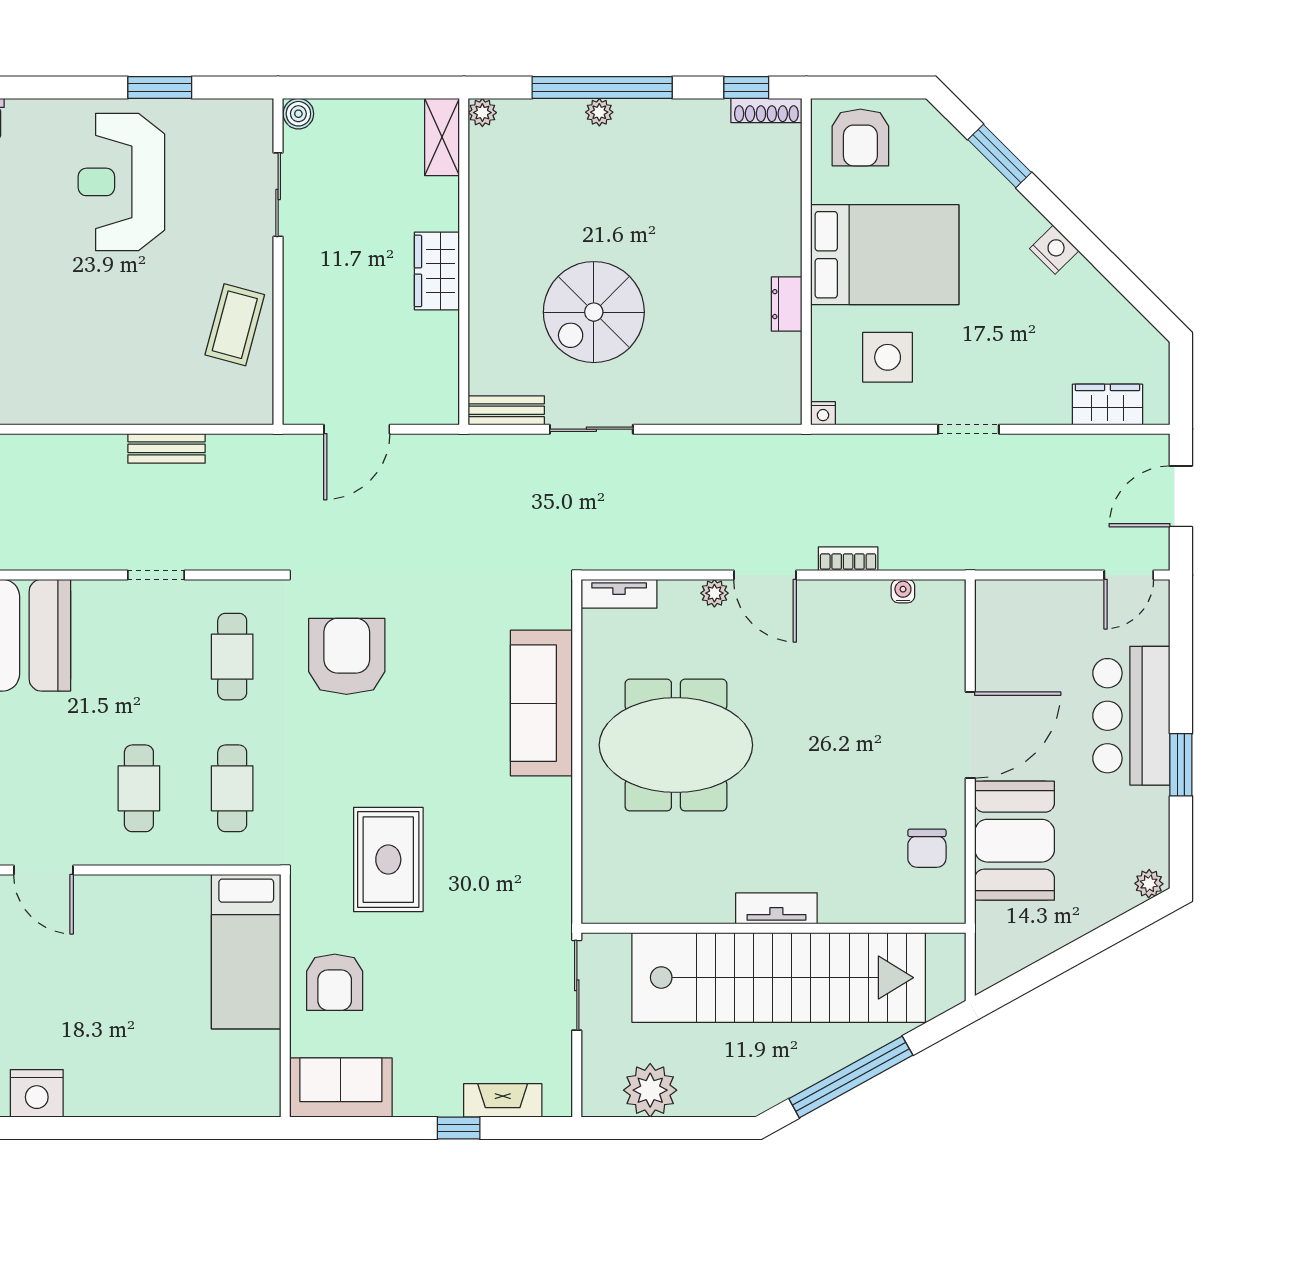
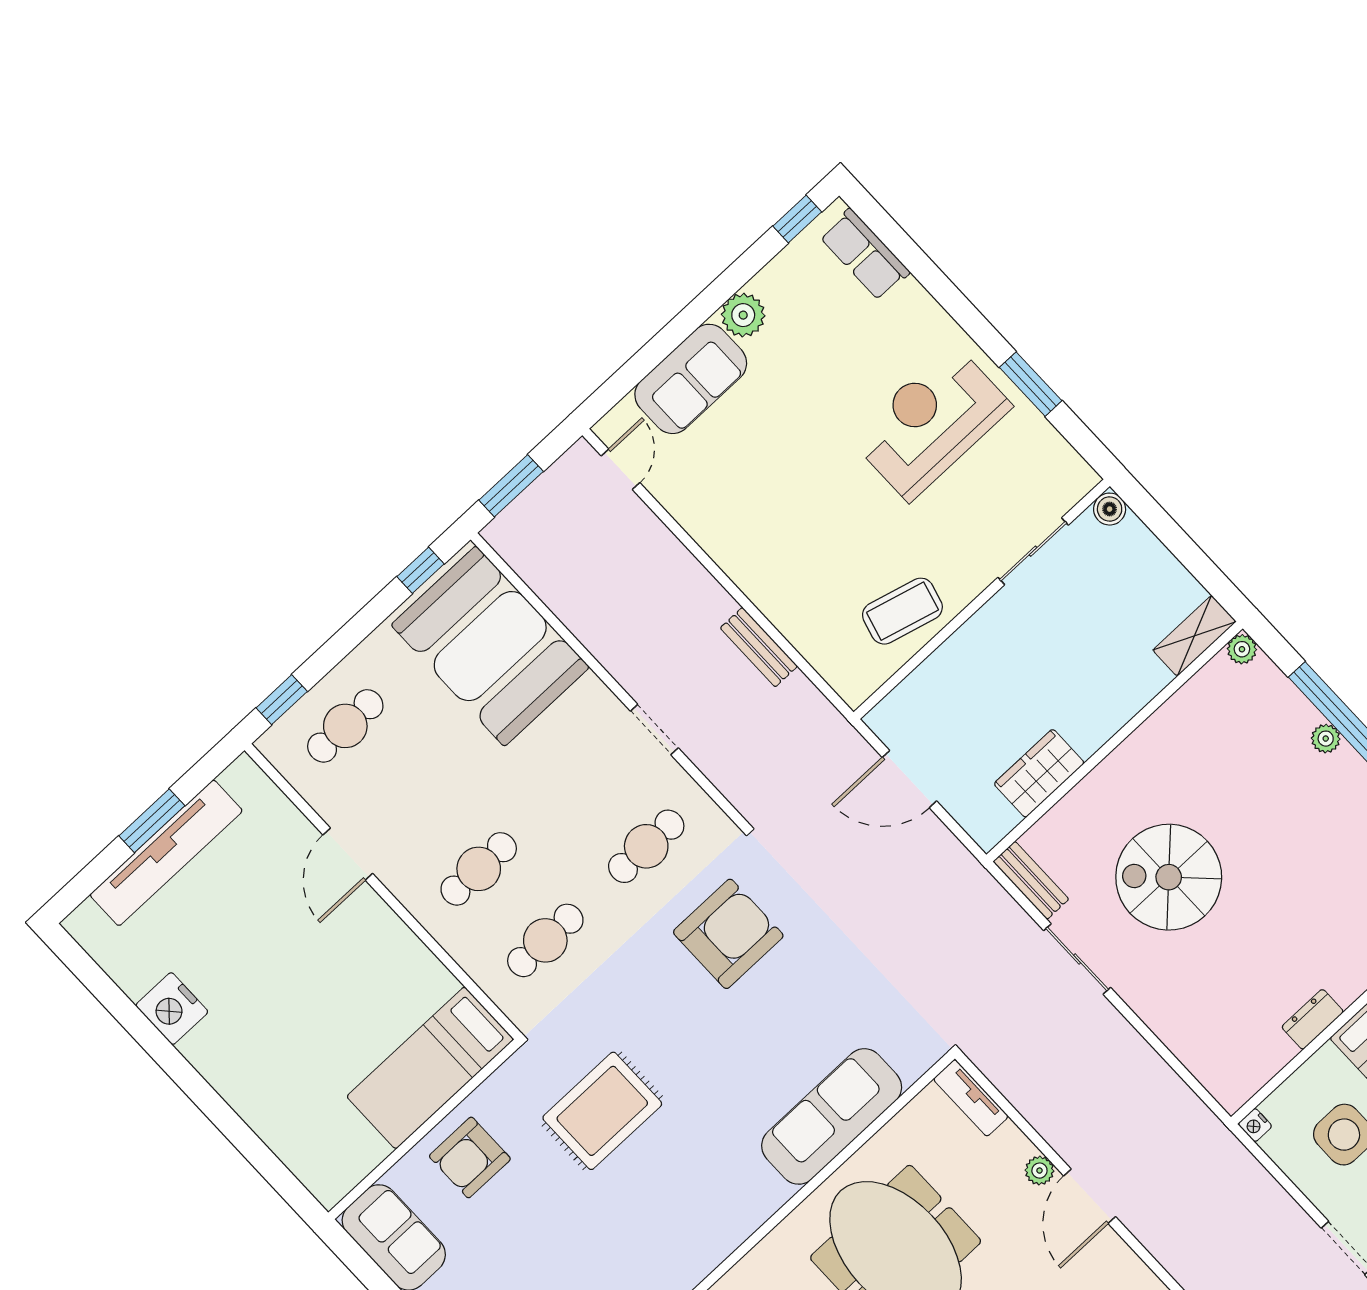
wardrobe: (437, 271) -> (1039, 773), moved
bookcase: (848, 559) -> (1161, 1248), removed

